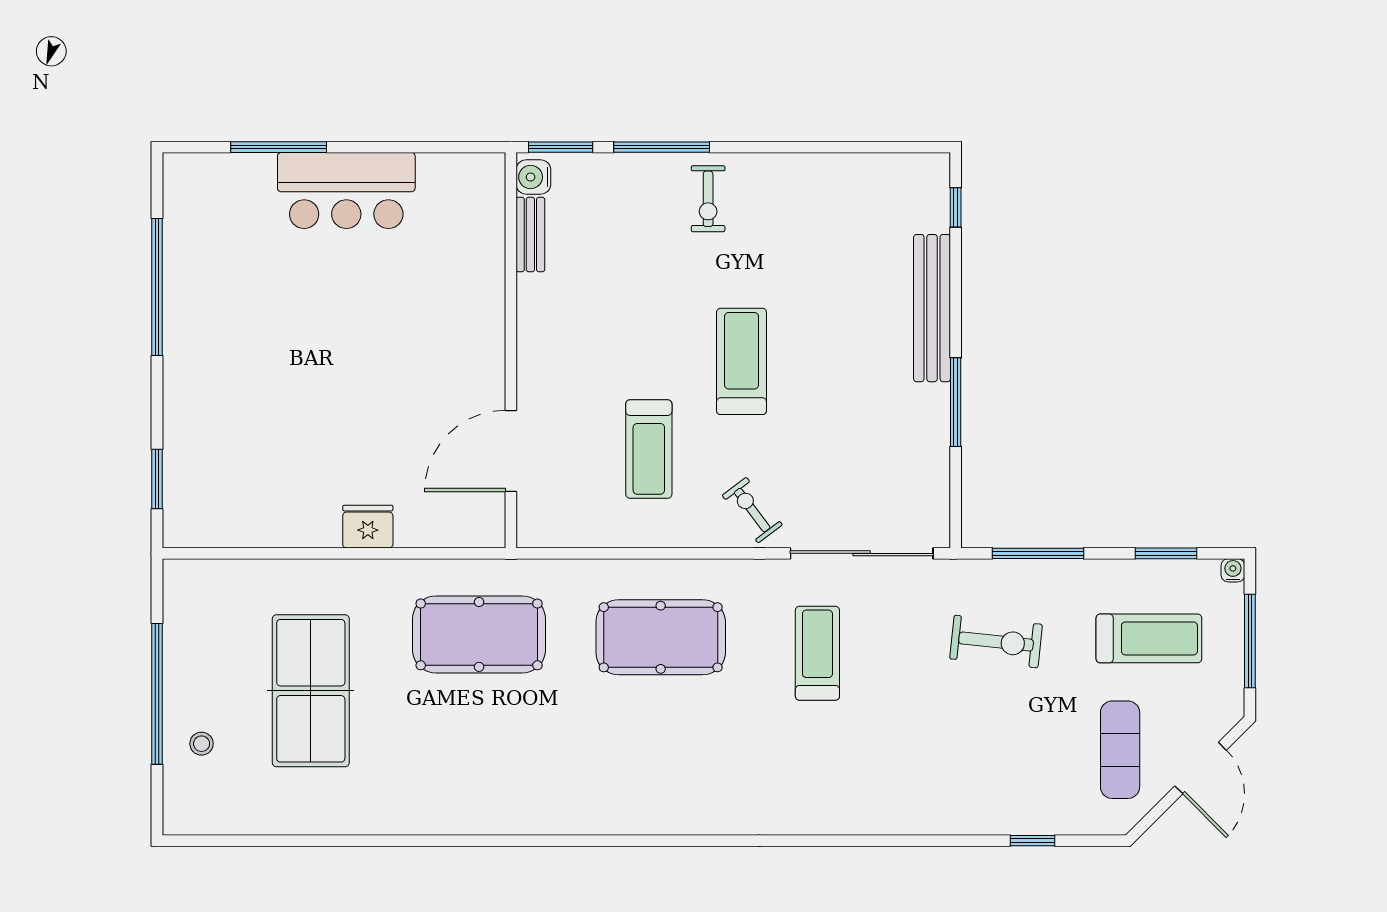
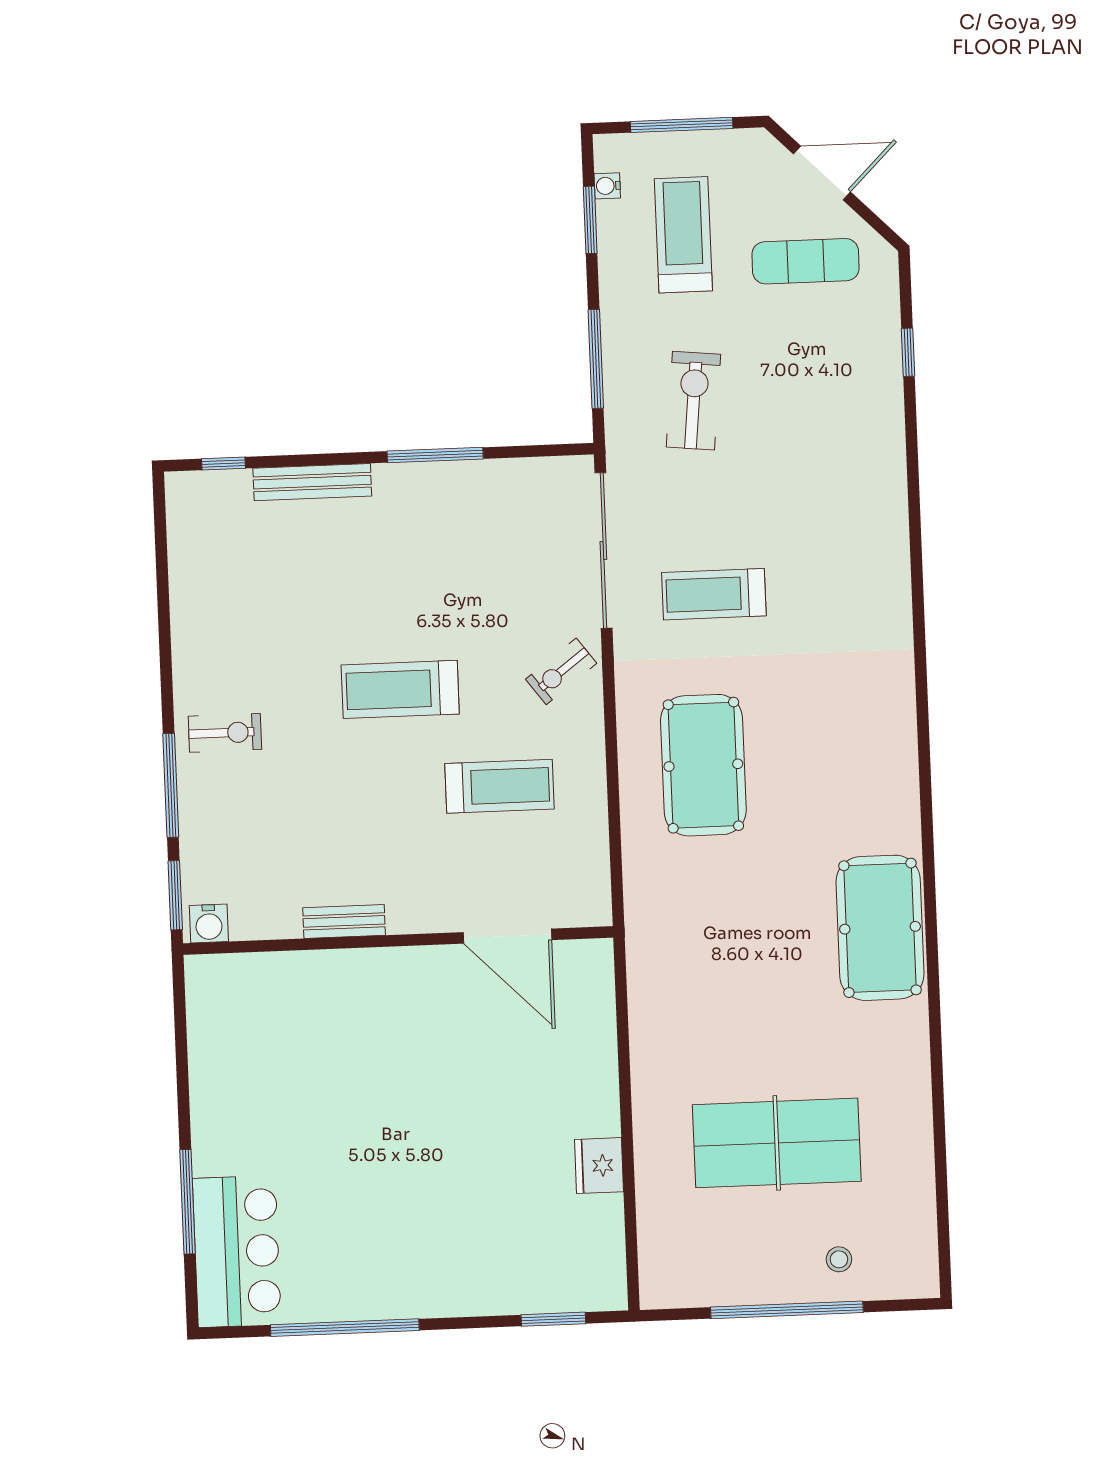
bar counter: (346, 190) -> (237, 1251), moved
bench: (530, 235) -> (344, 921), moved
bench: (932, 308) -> (312, 482), width x0.73, depth x0.82
fridge: (368, 527) -> (599, 1166), moved
water cooler: (1233, 570) -> (607, 186), moved
pool table: (479, 634) -> (880, 928), moved

